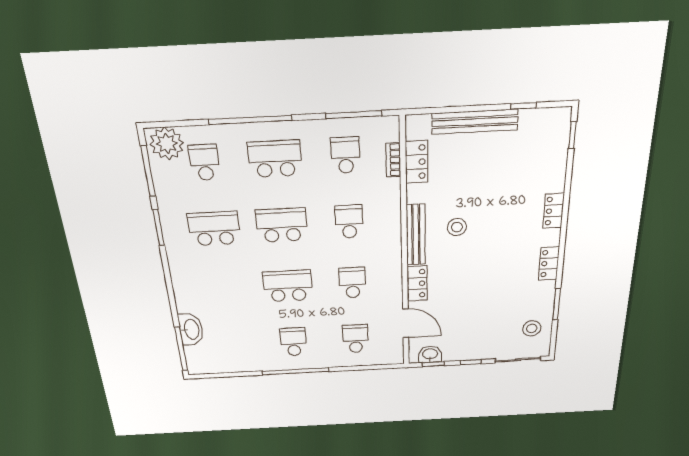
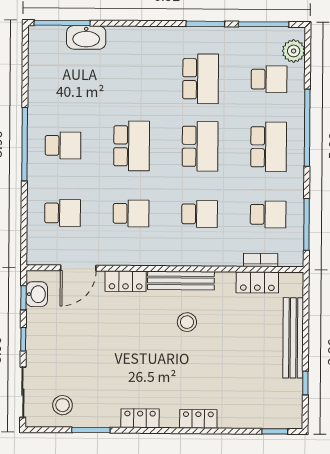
plant: (167, 144) -> (294, 51), width x0.73, depth x0.73

